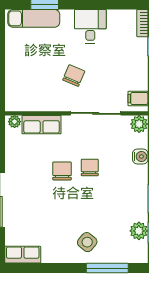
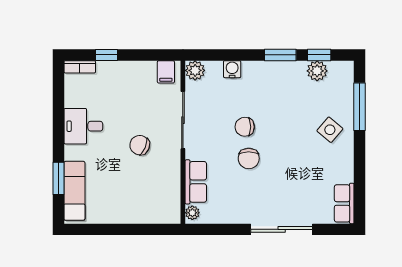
chair: (62, 171) -> (249, 158), turned -90

